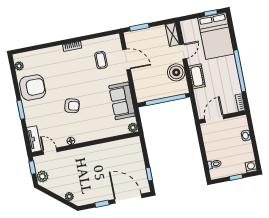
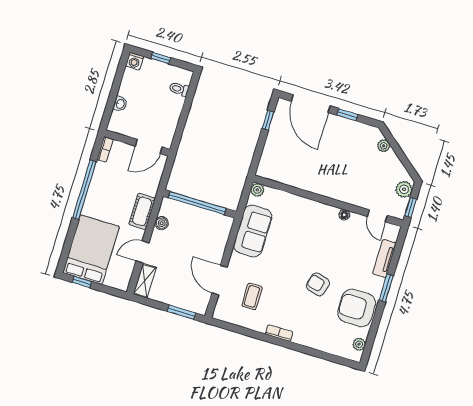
boiler: (176, 72) -> (162, 223), width x0.54, depth x0.54
armchair: (72, 106) -> (318, 284), moved
tv unit: (34, 139) -> (384, 258), moved

